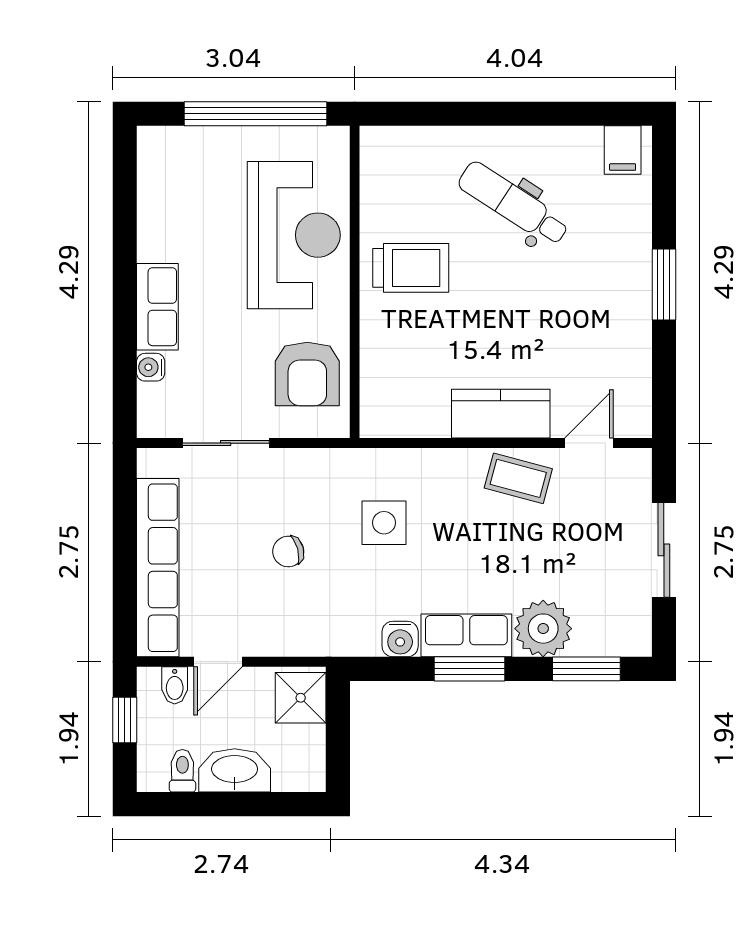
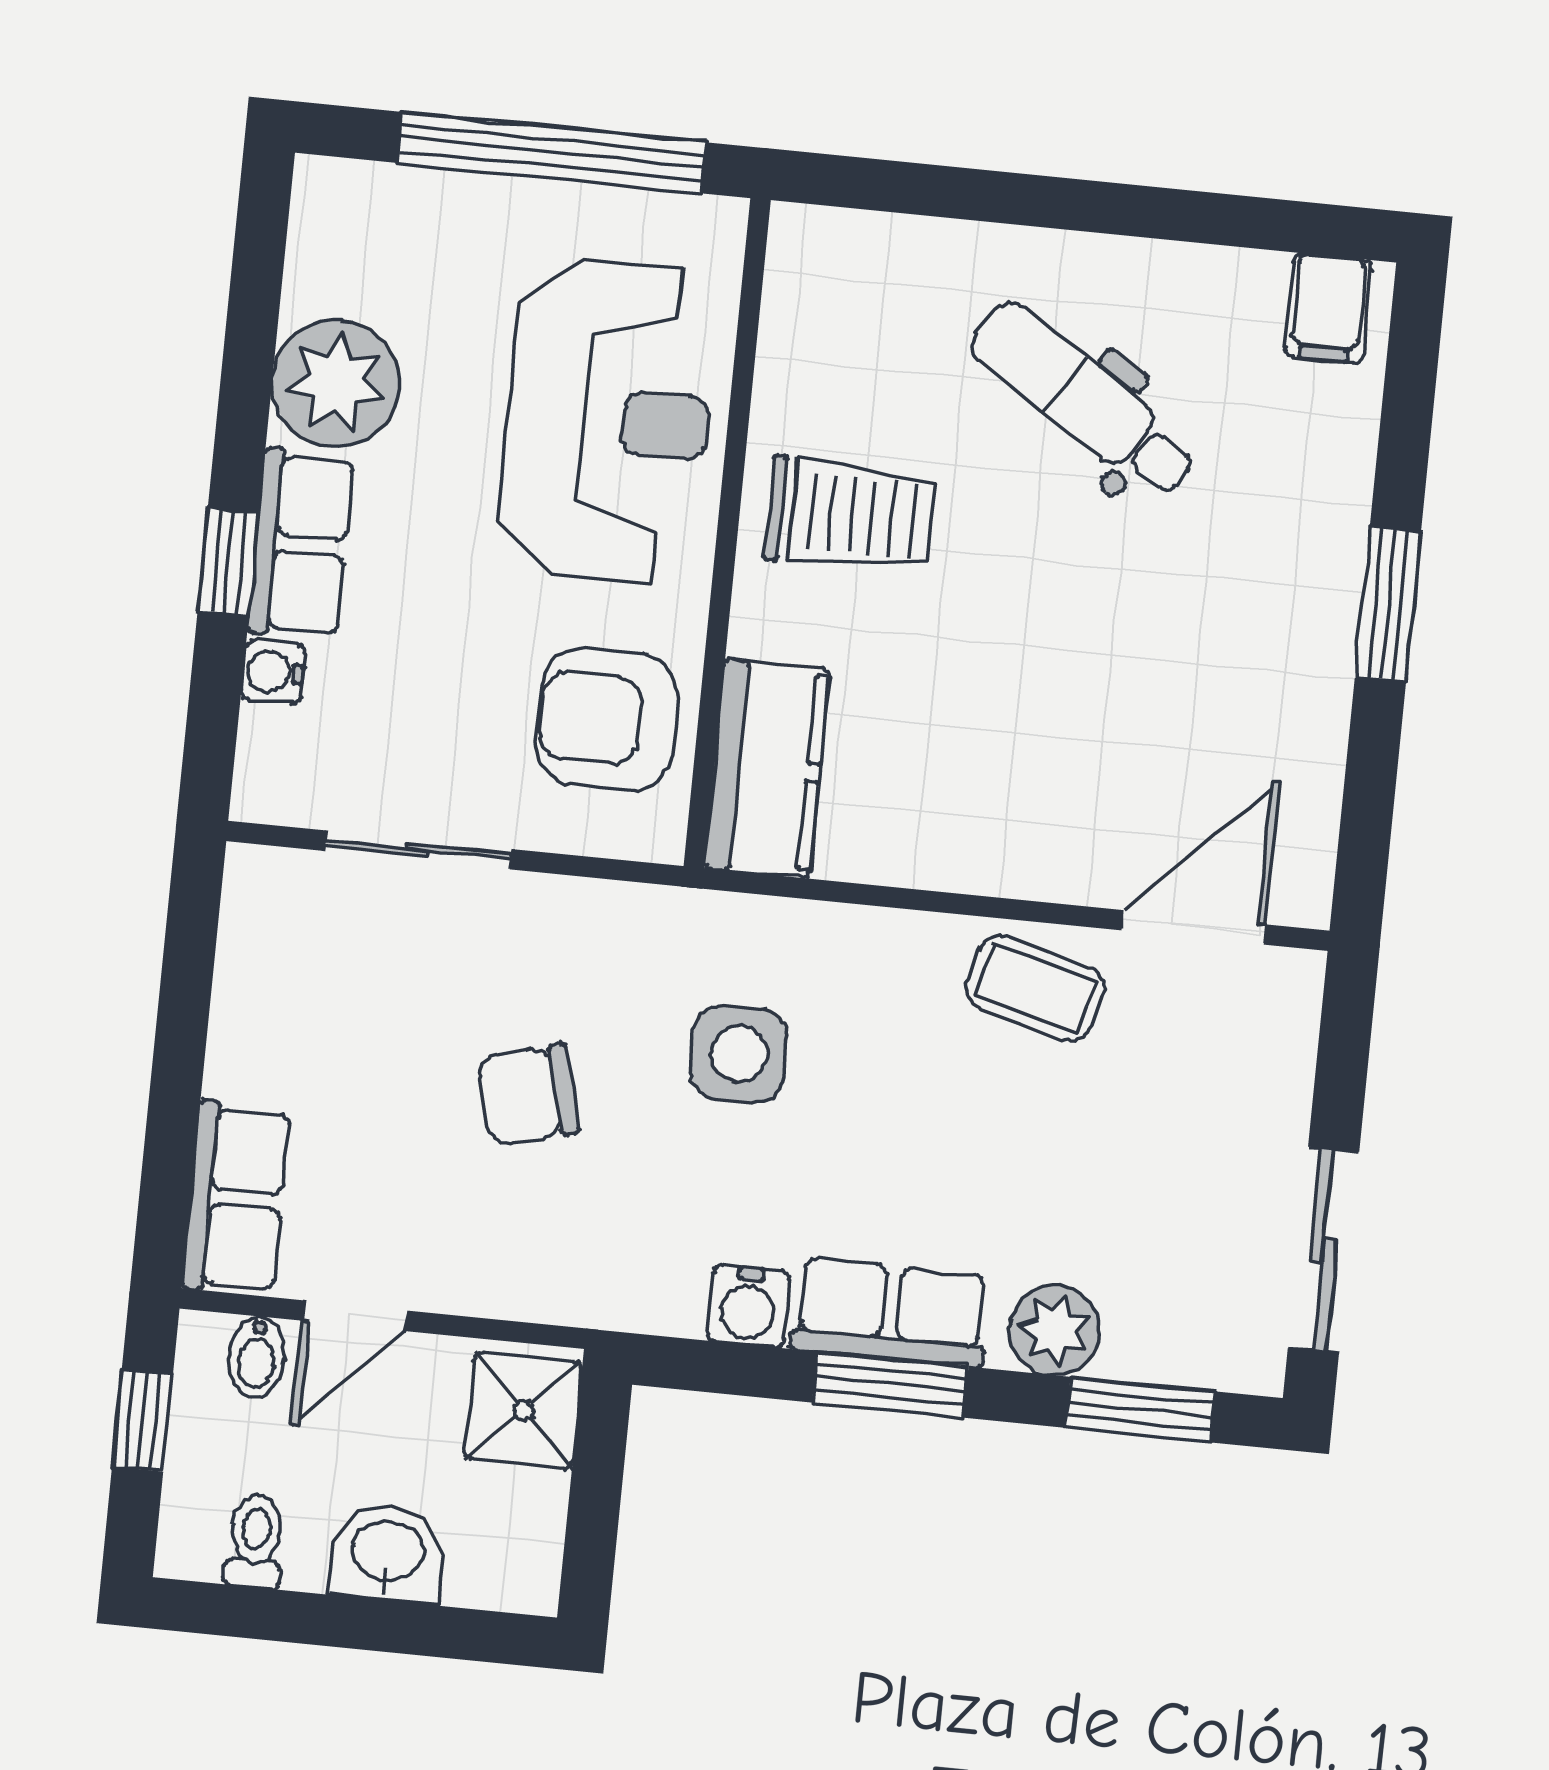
plant: (166, 231) -> (336, 383), added
window: (125, 319) -> (228, 562), added
armchair: (307, 374) -> (607, 720), turned 90
kitchen counter: (501, 414) -> (767, 768), moved, turned 90
door: (589, 443) -> (1194, 927), width x1.38
sliding door: (664, 550) -> (1324, 1250), moved
chair: (288, 551) -> (528, 1095), width x1.37, depth x1.37
row of seats: (158, 568) -> (236, 1198), width x0.50
plant: (543, 629) -> (1055, 1330), width x0.73, depth x0.73
washbasin: (235, 770) -> (388, 1553), width x0.72

